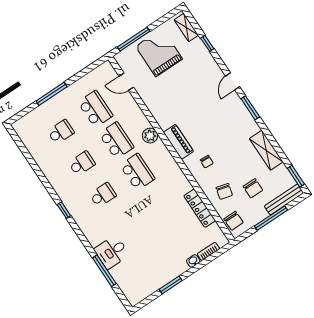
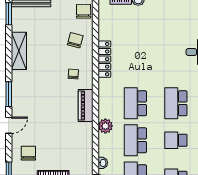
washbasin: (131, 103) -> (103, 163), added
chair: (253, 188) -> (28, 153), moved
school desk: (103, 195) -> (176, 103), width x1.85
locker: (200, 208) -> (104, 59), moved

